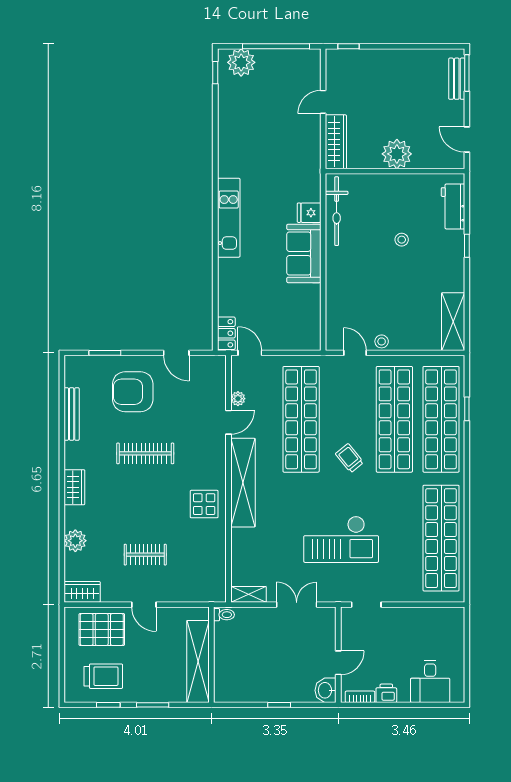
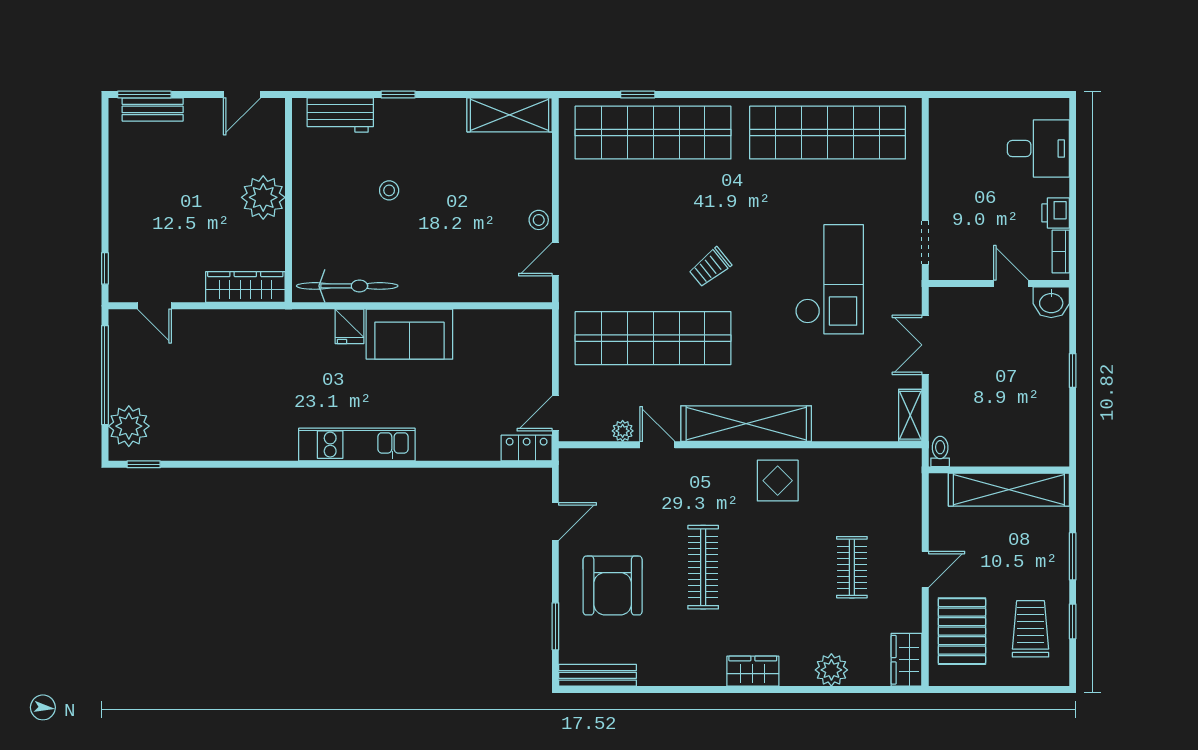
door: (323, 102) -> (154, 306), moved
bench: (72, 414) -> (598, 675), moved
shop shelf: (394, 419) -> (653, 201), removed

